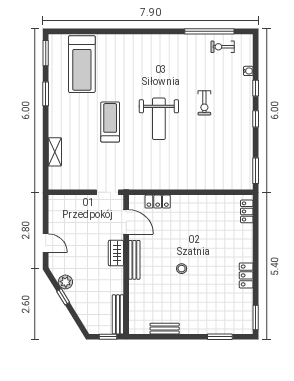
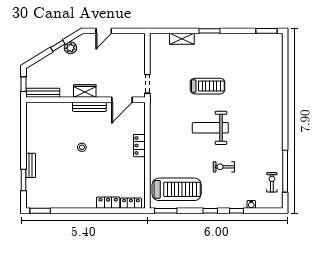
treadmill: (82, 64) -> (177, 189), moved, turned 180
window: (46, 94) -> (209, 31), moved
locker: (158, 202) -> (139, 146), moved
wardrobe: (116, 253) -> (85, 91), moved
locker: (246, 275) -> (108, 203), moved
bench: (165, 329) -> (31, 165), moved

